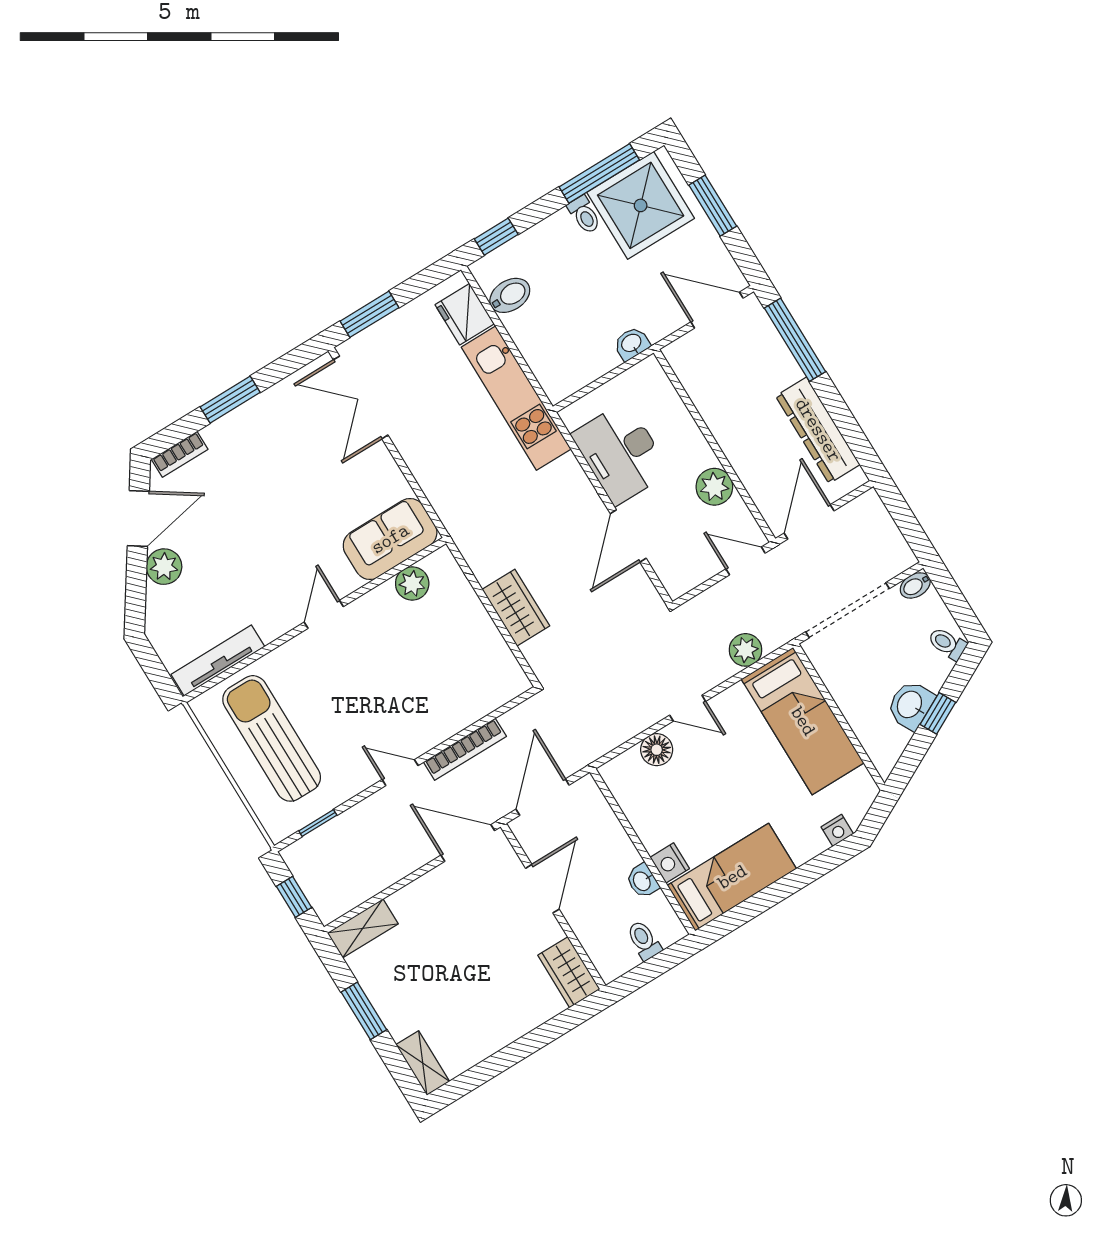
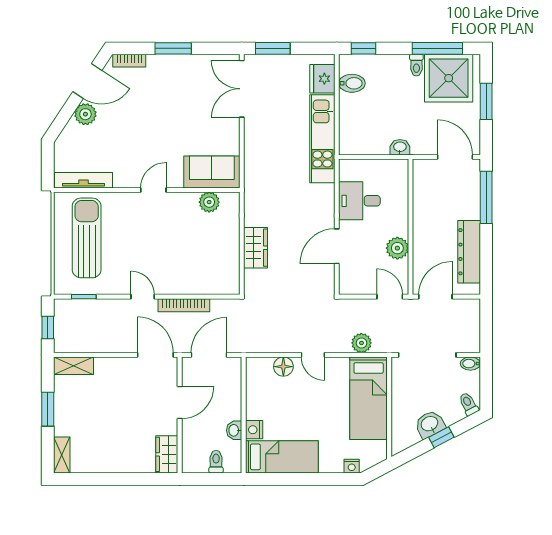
desk: (621, 453) -> (359, 201), width x0.73

